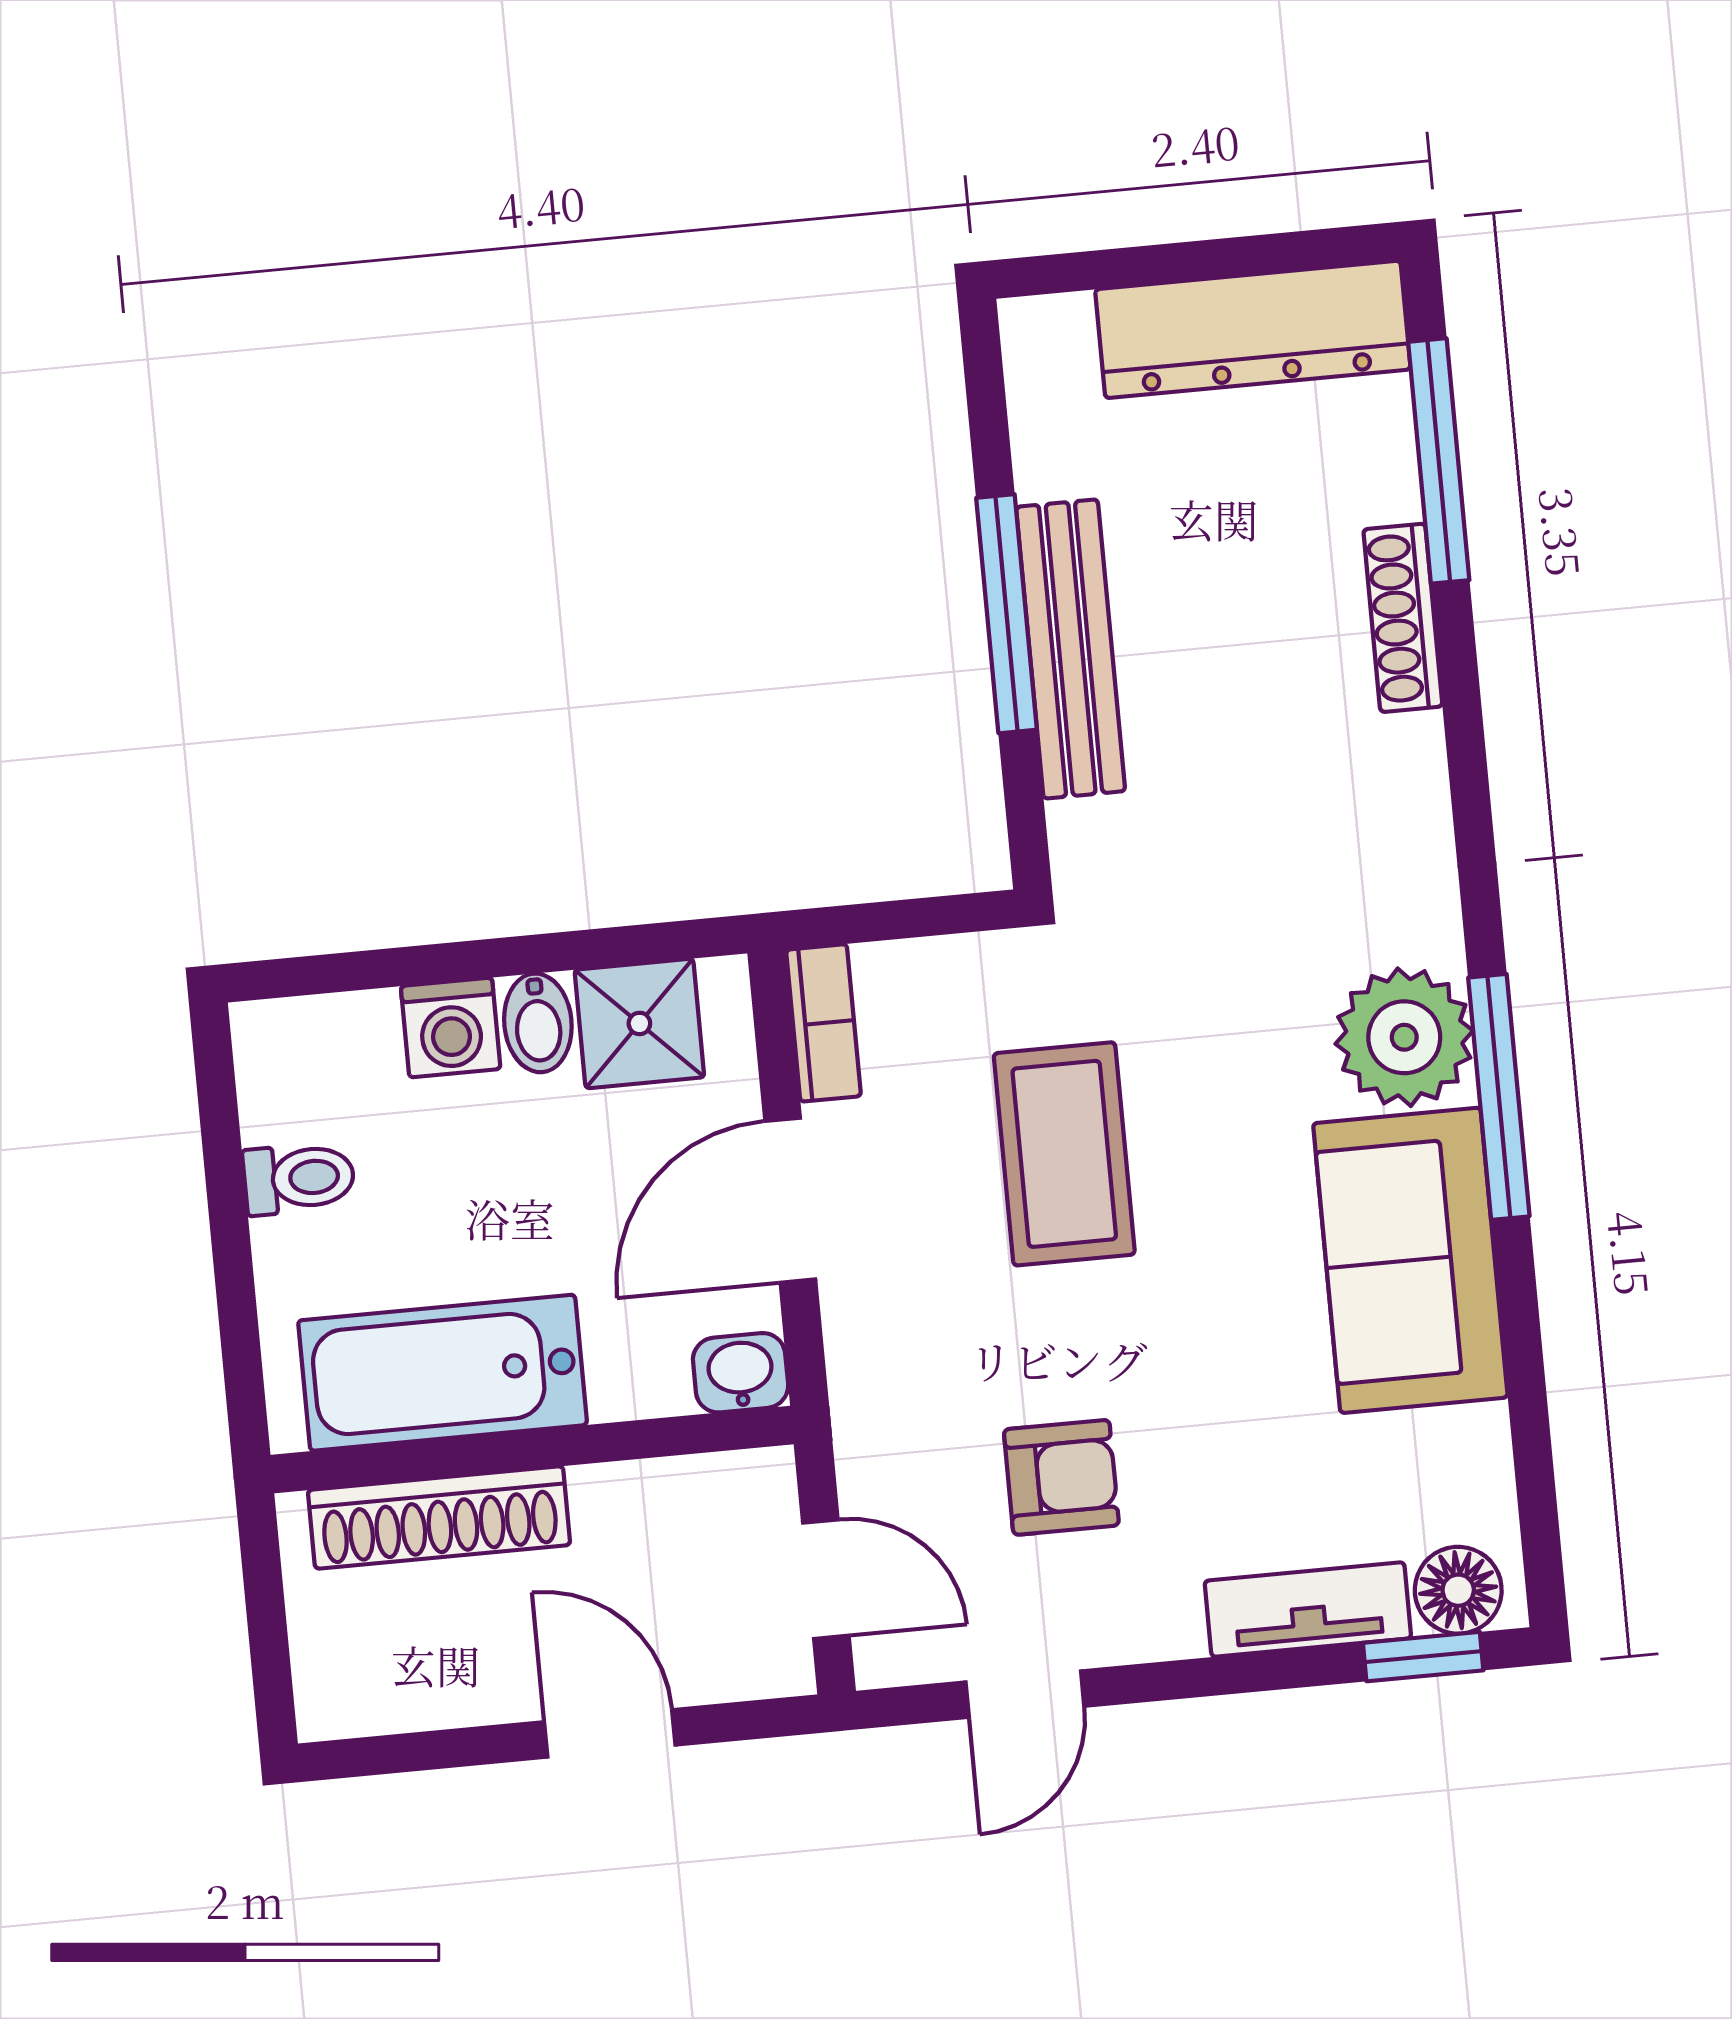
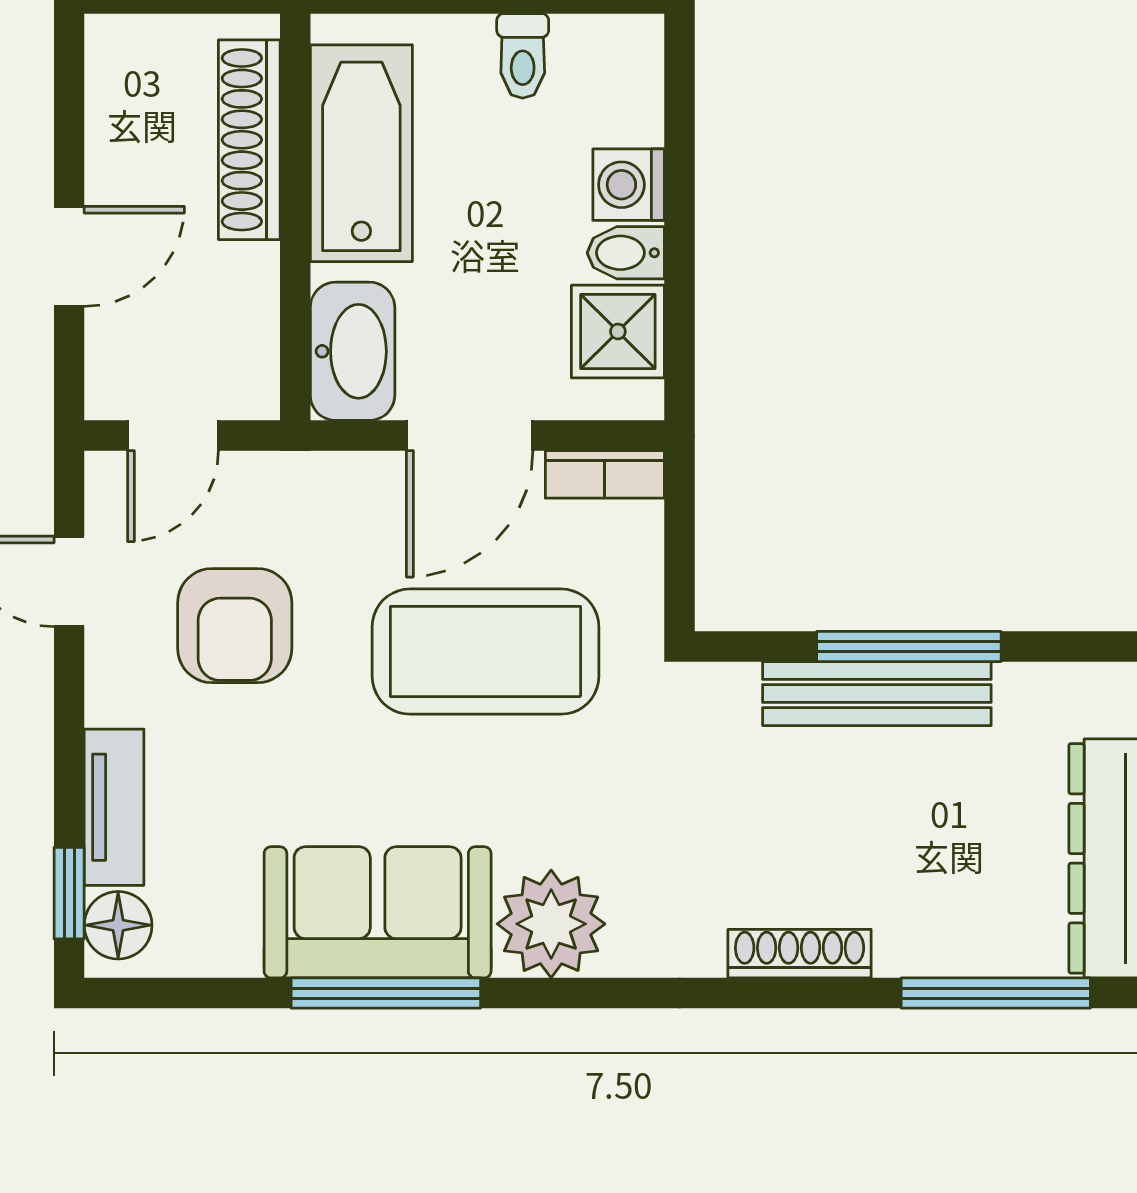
shoe rack: (1403, 618) -> (800, 954), moved
window: (1499, 1097) -> (386, 993), moved
coffee table: (1064, 1154) -> (486, 652), width x1.36, depth x1.32
door: (790, 1200) -> (470, 435), swing flipped
washbasin: (741, 1373) -> (353, 351), width x1.91, depth x1.45
armchair: (1061, 1477) -> (235, 626), width x1.38, depth x1.38

